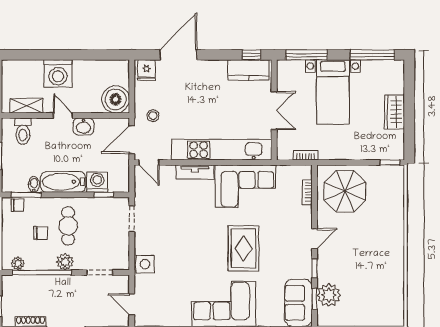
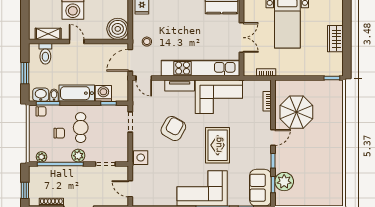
washbasin: (83, 127) -> (41, 95), moved, turned 180
parasol: (345, 191) -> (296, 112), moved
armchair: (187, 227) -> (173, 128), added

